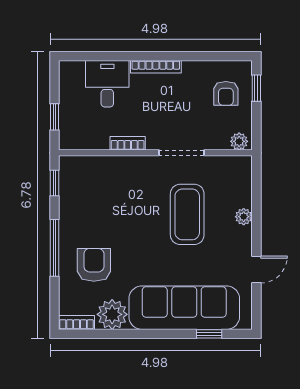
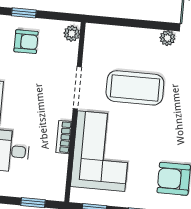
corner sofa: (116, 184) -> (101, 151), added
plant: (244, 217) -> (167, 38), moved

